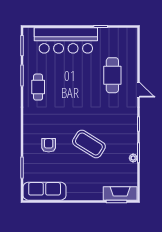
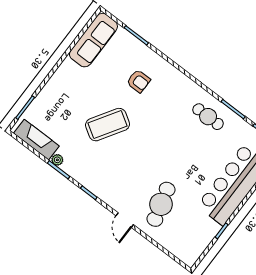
cafe table: (112, 75) -> (161, 204), turned 75
door: (139, 90) -> (125, 220), hinge flipped
fireplace: (120, 193) -> (36, 140), moved, turned -90

